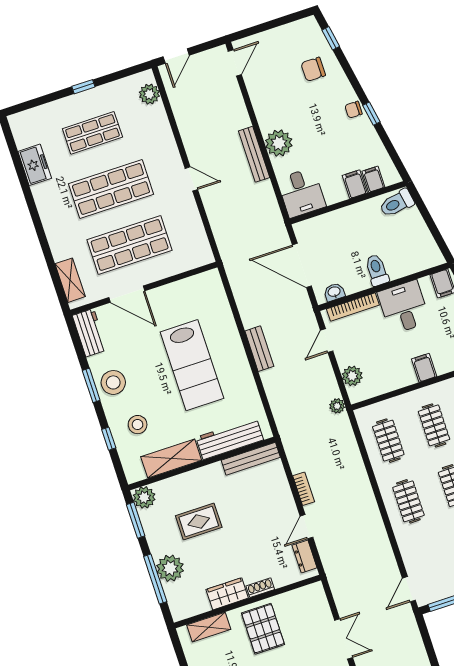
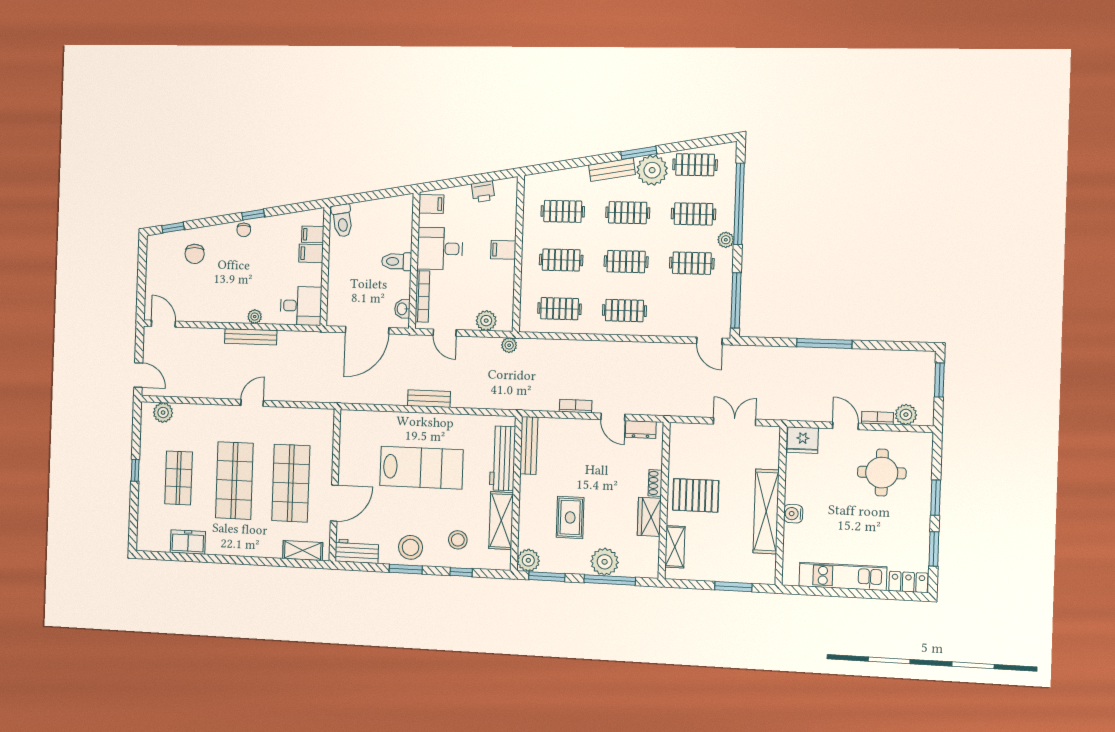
plant: (279, 143) -> (255, 317), width x0.53, depth x0.53

